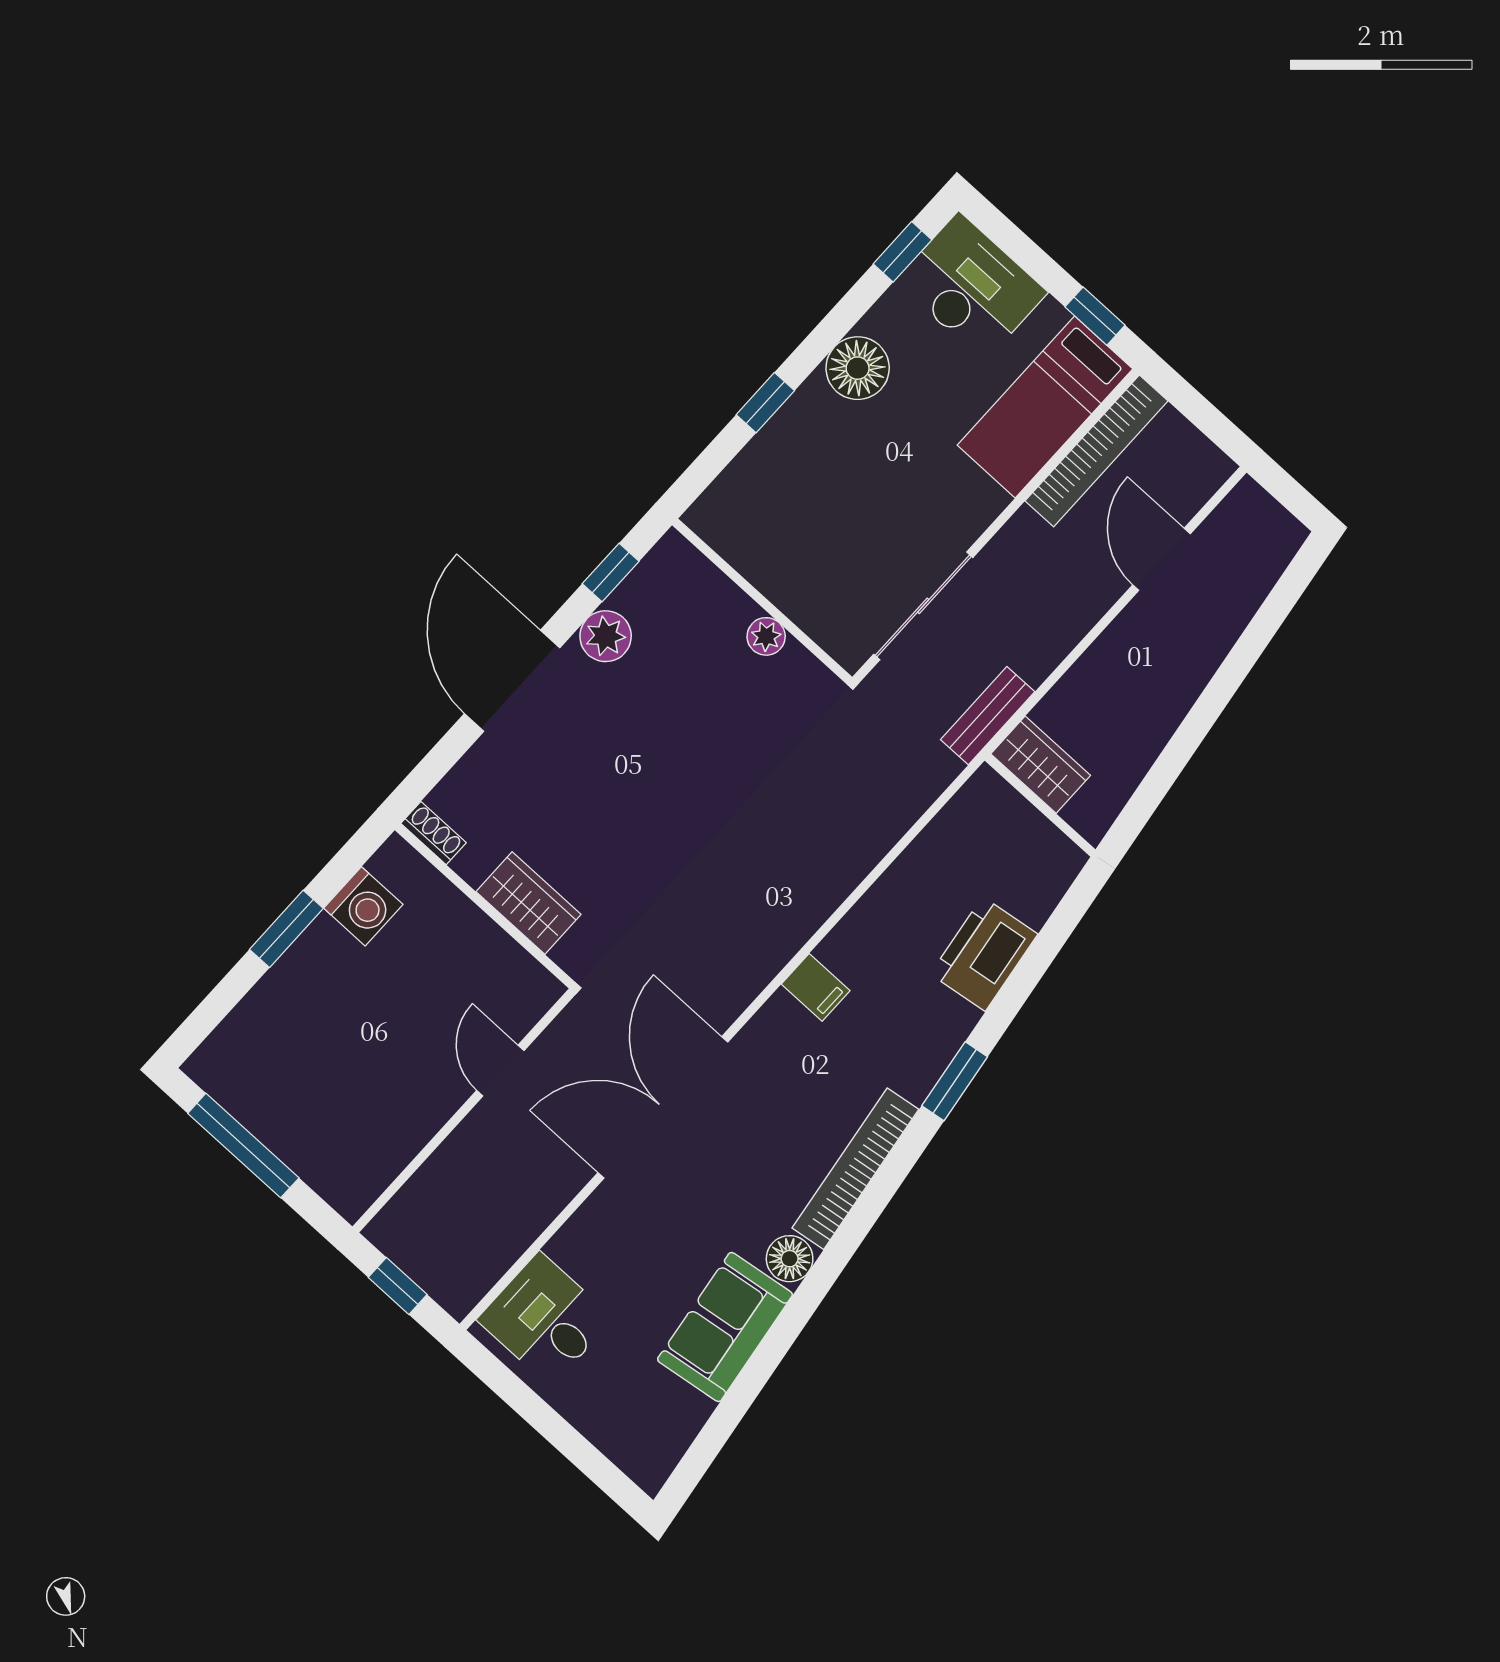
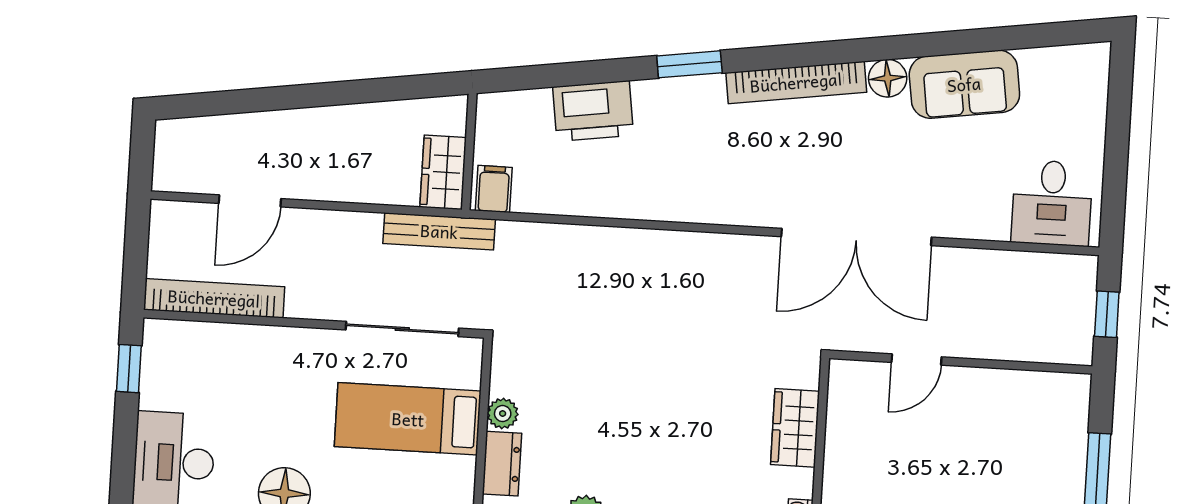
bed: (1045, 407) -> (408, 419), moved, turned 180
dresser: (719, 597) -> (502, 464), added
bench: (988, 716) -> (439, 231), width x1.36
filing cabinet: (816, 987) -> (494, 189), moved

